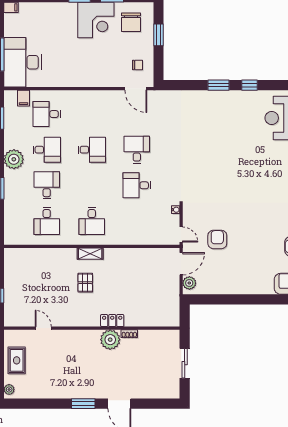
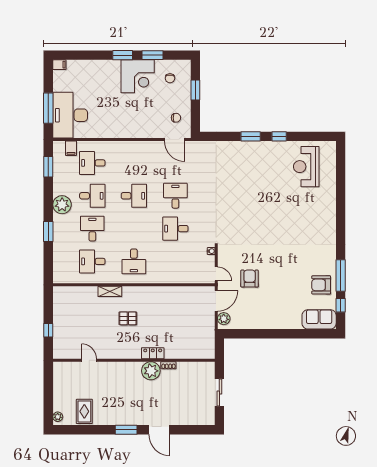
chair: (131, 22) -> (170, 78), width x0.54, depth x0.54
desk: (47, 221) -> (92, 261), turned 90
shelving: (90, 254) -> (110, 291), moved
pallet: (85, 283) -> (128, 318), turned 90
rug: (17, 360) -> (84, 411), moved

